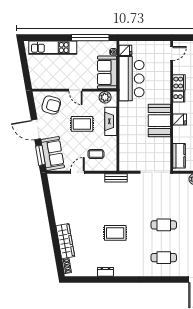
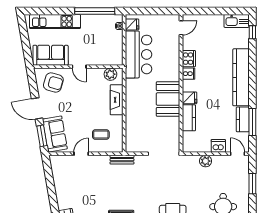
sofa: (107, 72) -> (51, 55), moved, turned 90
rug: (82, 124) -> (86, 103), removed
kitchen counter: (179, 156) -> (189, 118), moved

